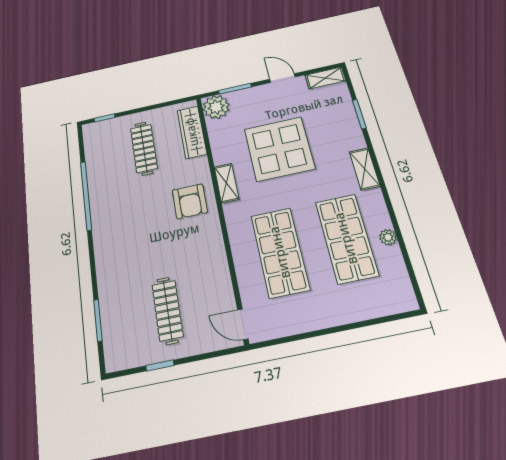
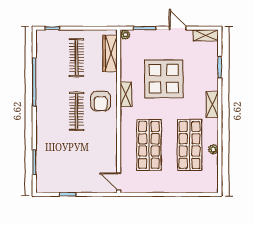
plant: (216, 107) -> (125, 35), width x0.53, depth x0.53
clothes rail: (167, 310) -> (76, 111), moved

